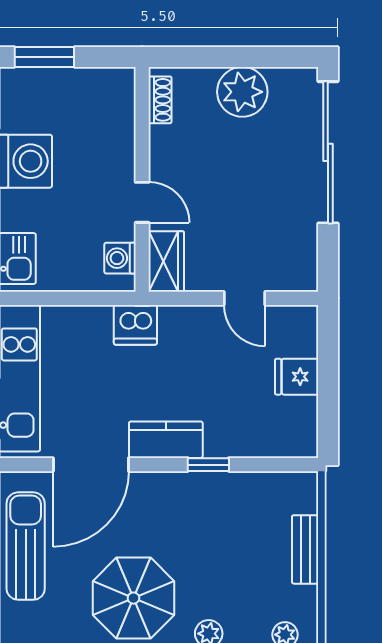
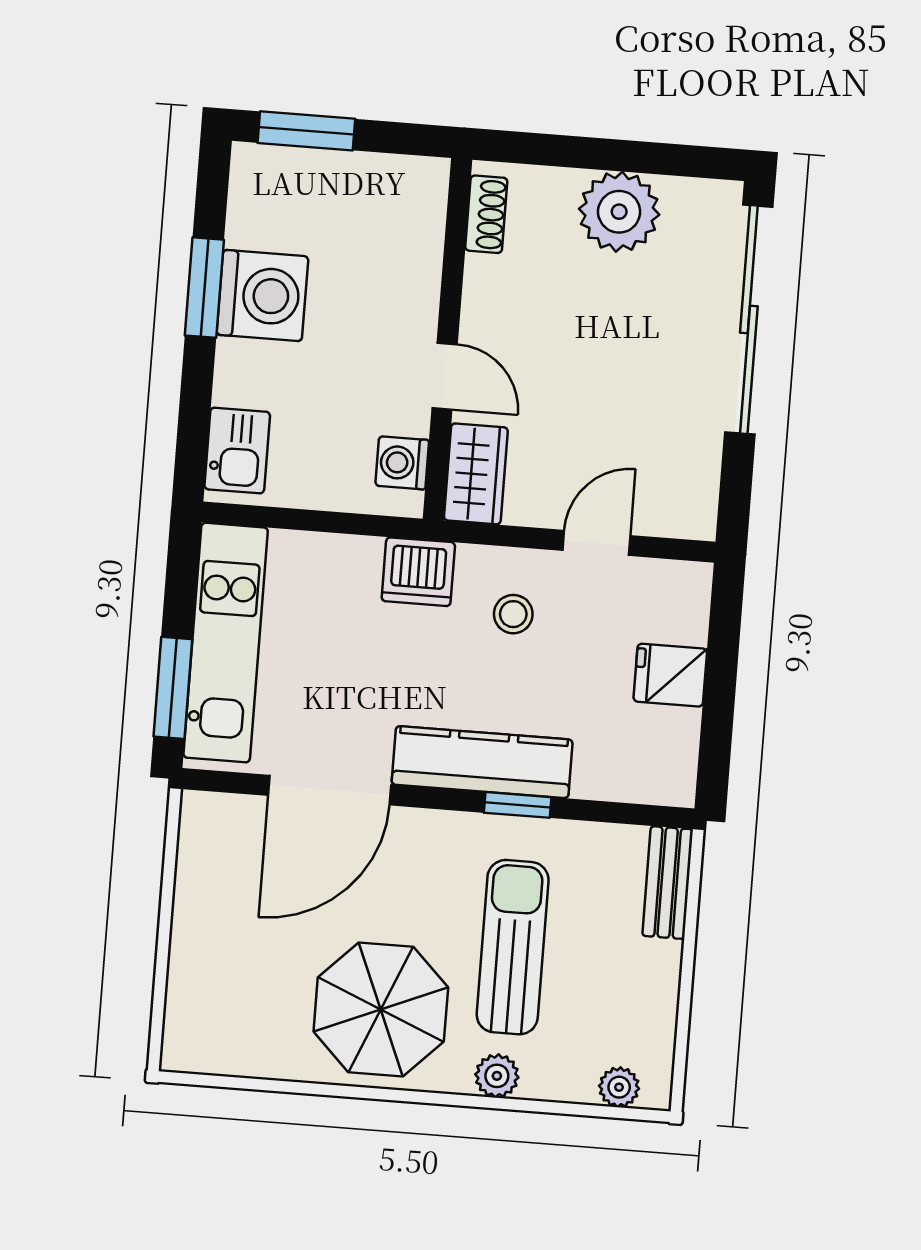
door: (244, 298) -> (597, 543), swing flipped
stool: (196, 346) -> (513, 614), added
kitchen counter: (166, 440) -> (482, 762), width x1.50
sun lounger: (26, 546) -> (513, 947), moved
bench: (305, 549) -> (668, 883), moved

